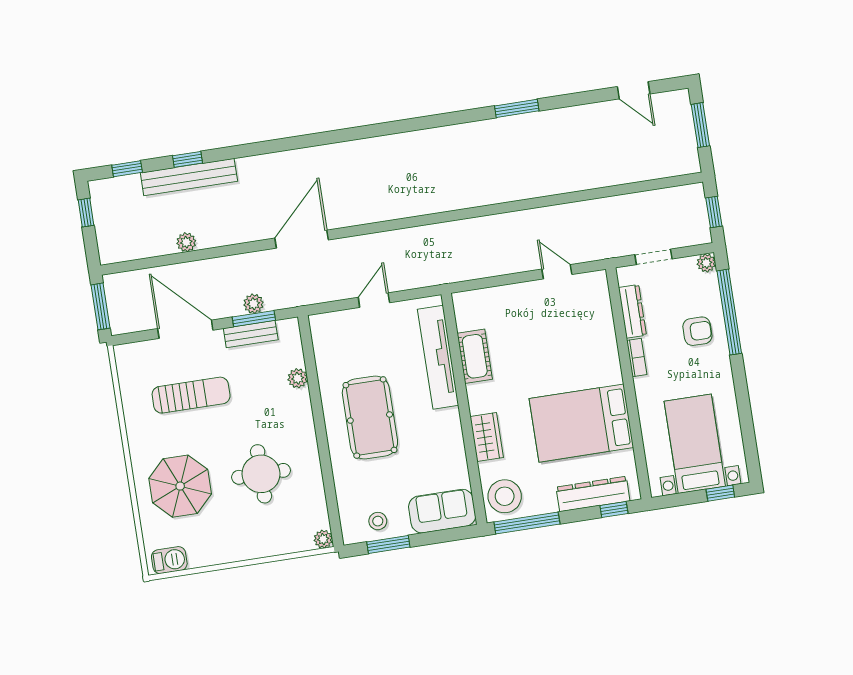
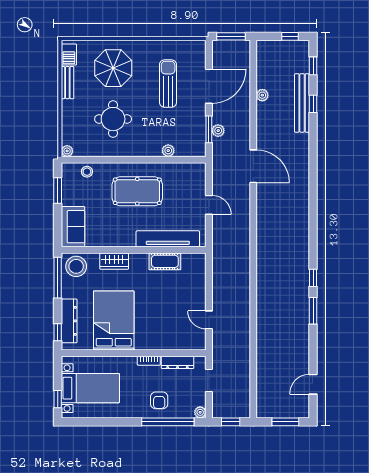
window: (464, 116) -> (313, 278), added
door: (557, 272) -> (209, 320), swing flipped
bench: (251, 334) -> (67, 83), moved
sun lounger: (191, 395) -> (168, 84), turned 180
stool: (378, 521) -> (87, 172), moved

